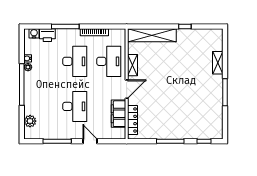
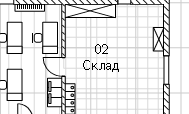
shelving: (133, 65) -> (70, 42), removed
door: (127, 89) -> (64, 67), swing flipped

